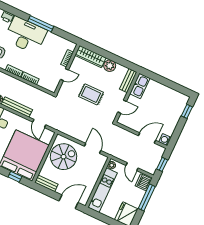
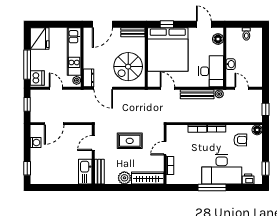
washing machine: (165, 140) -> (36, 143), moved
dresser: (101, 163) -> (89, 78), added

